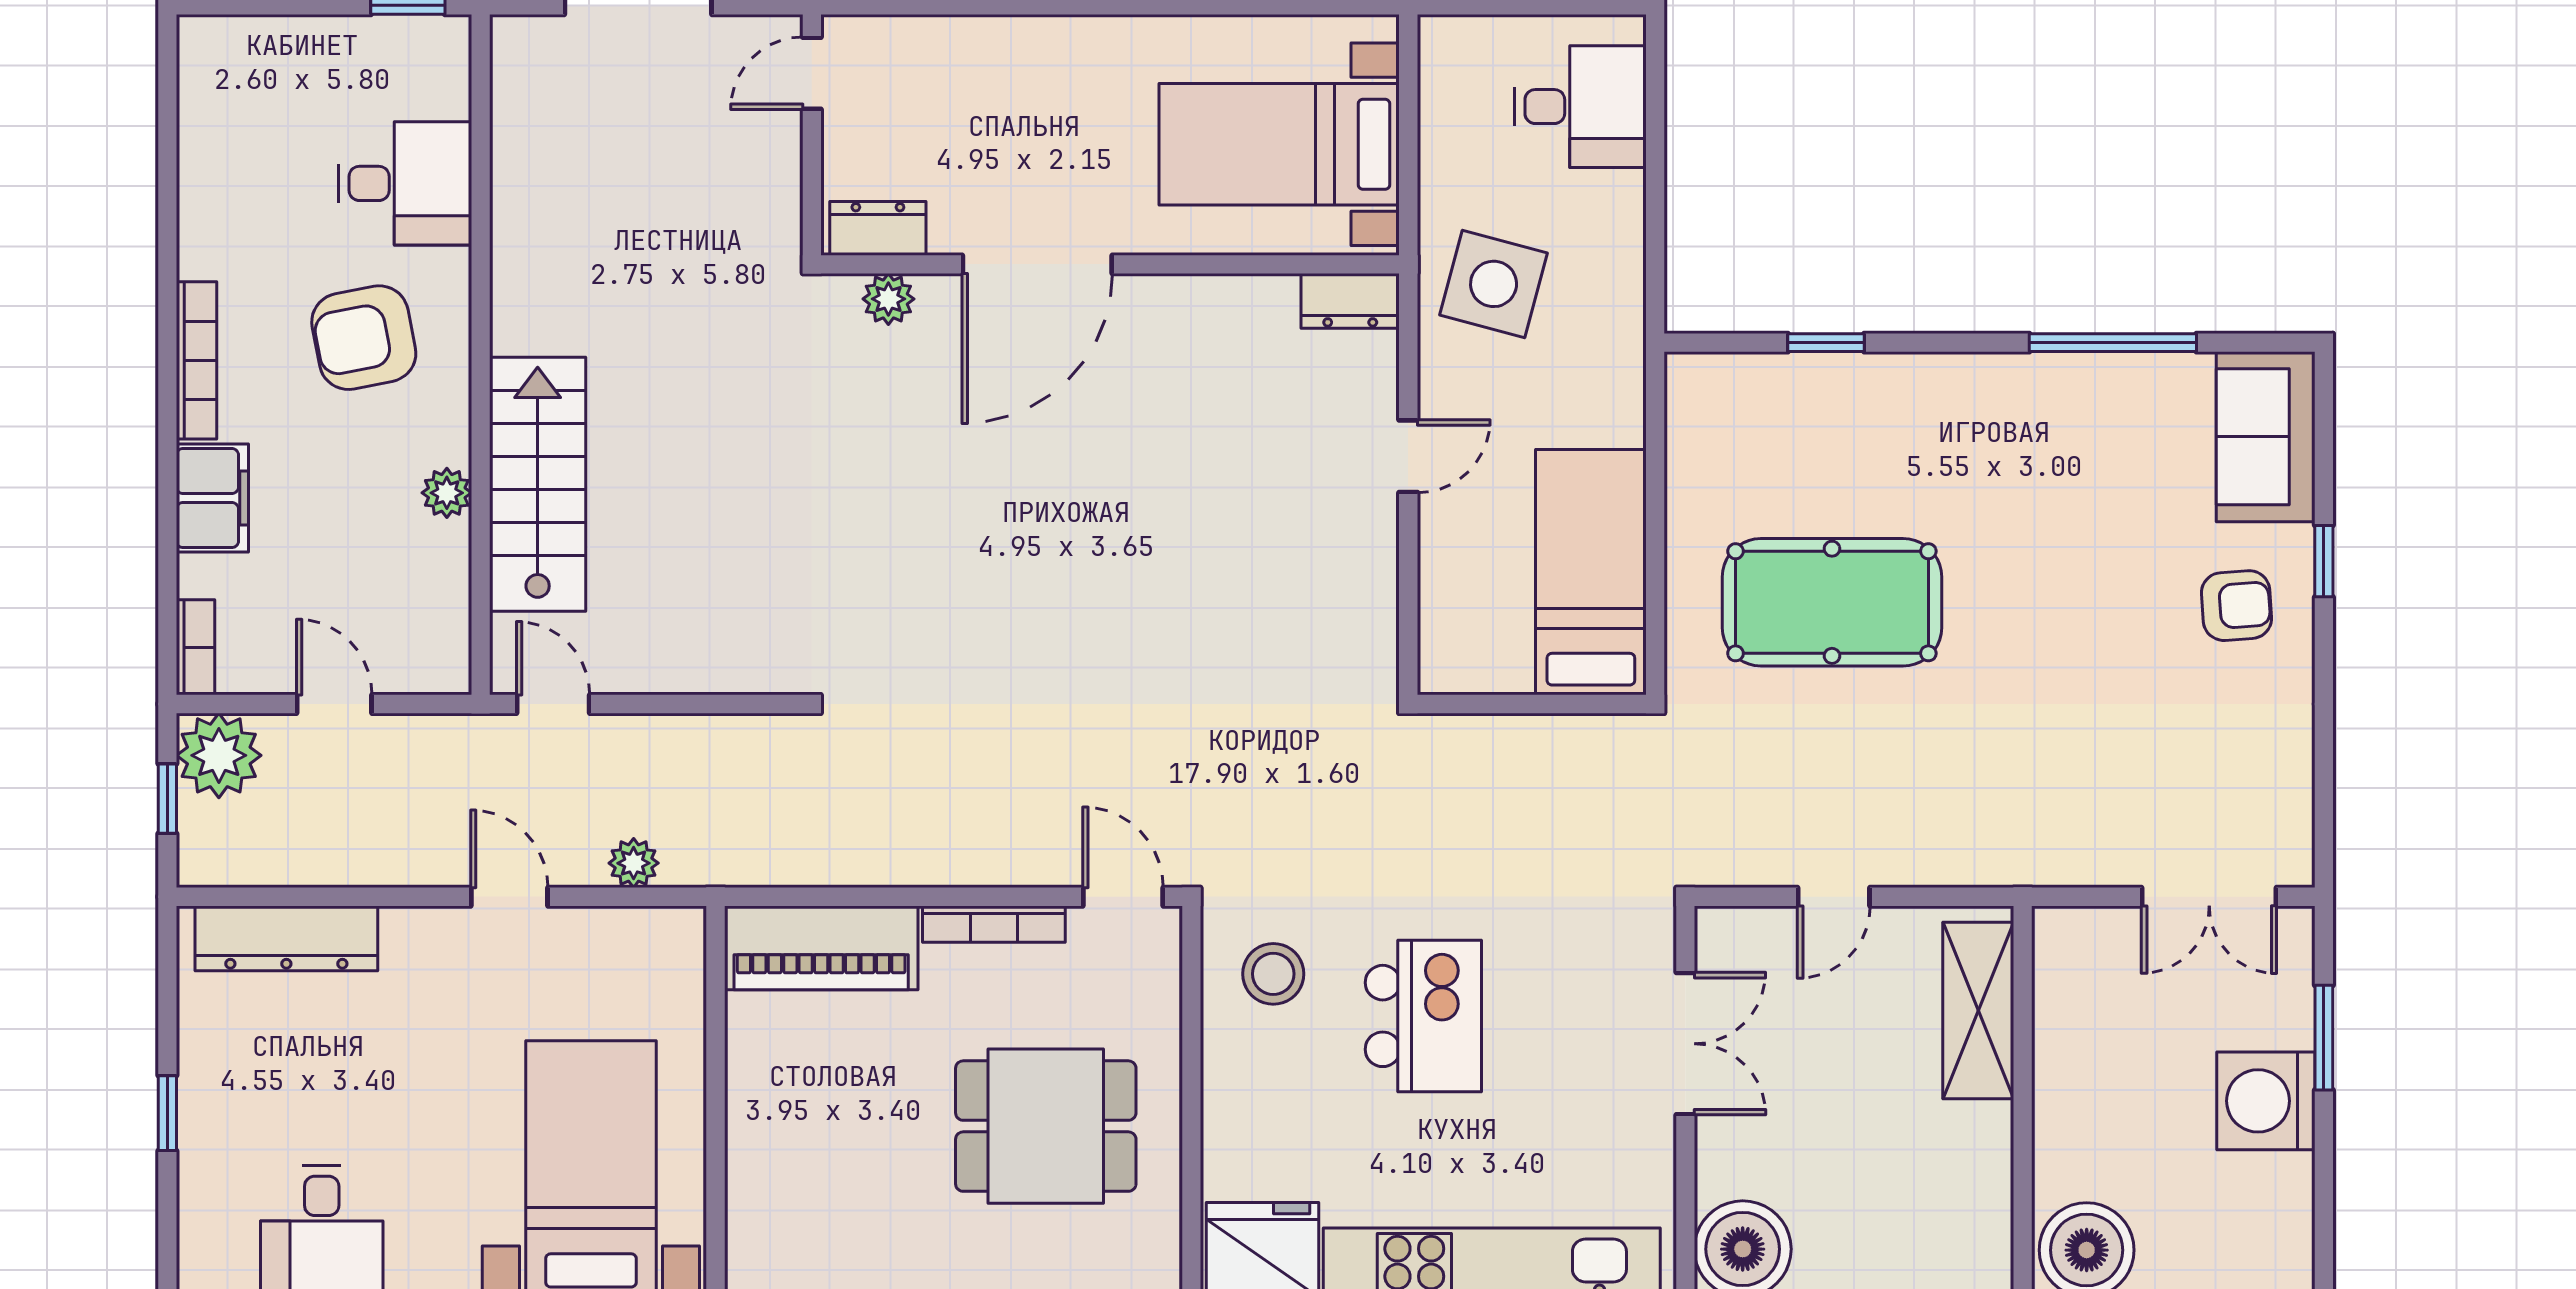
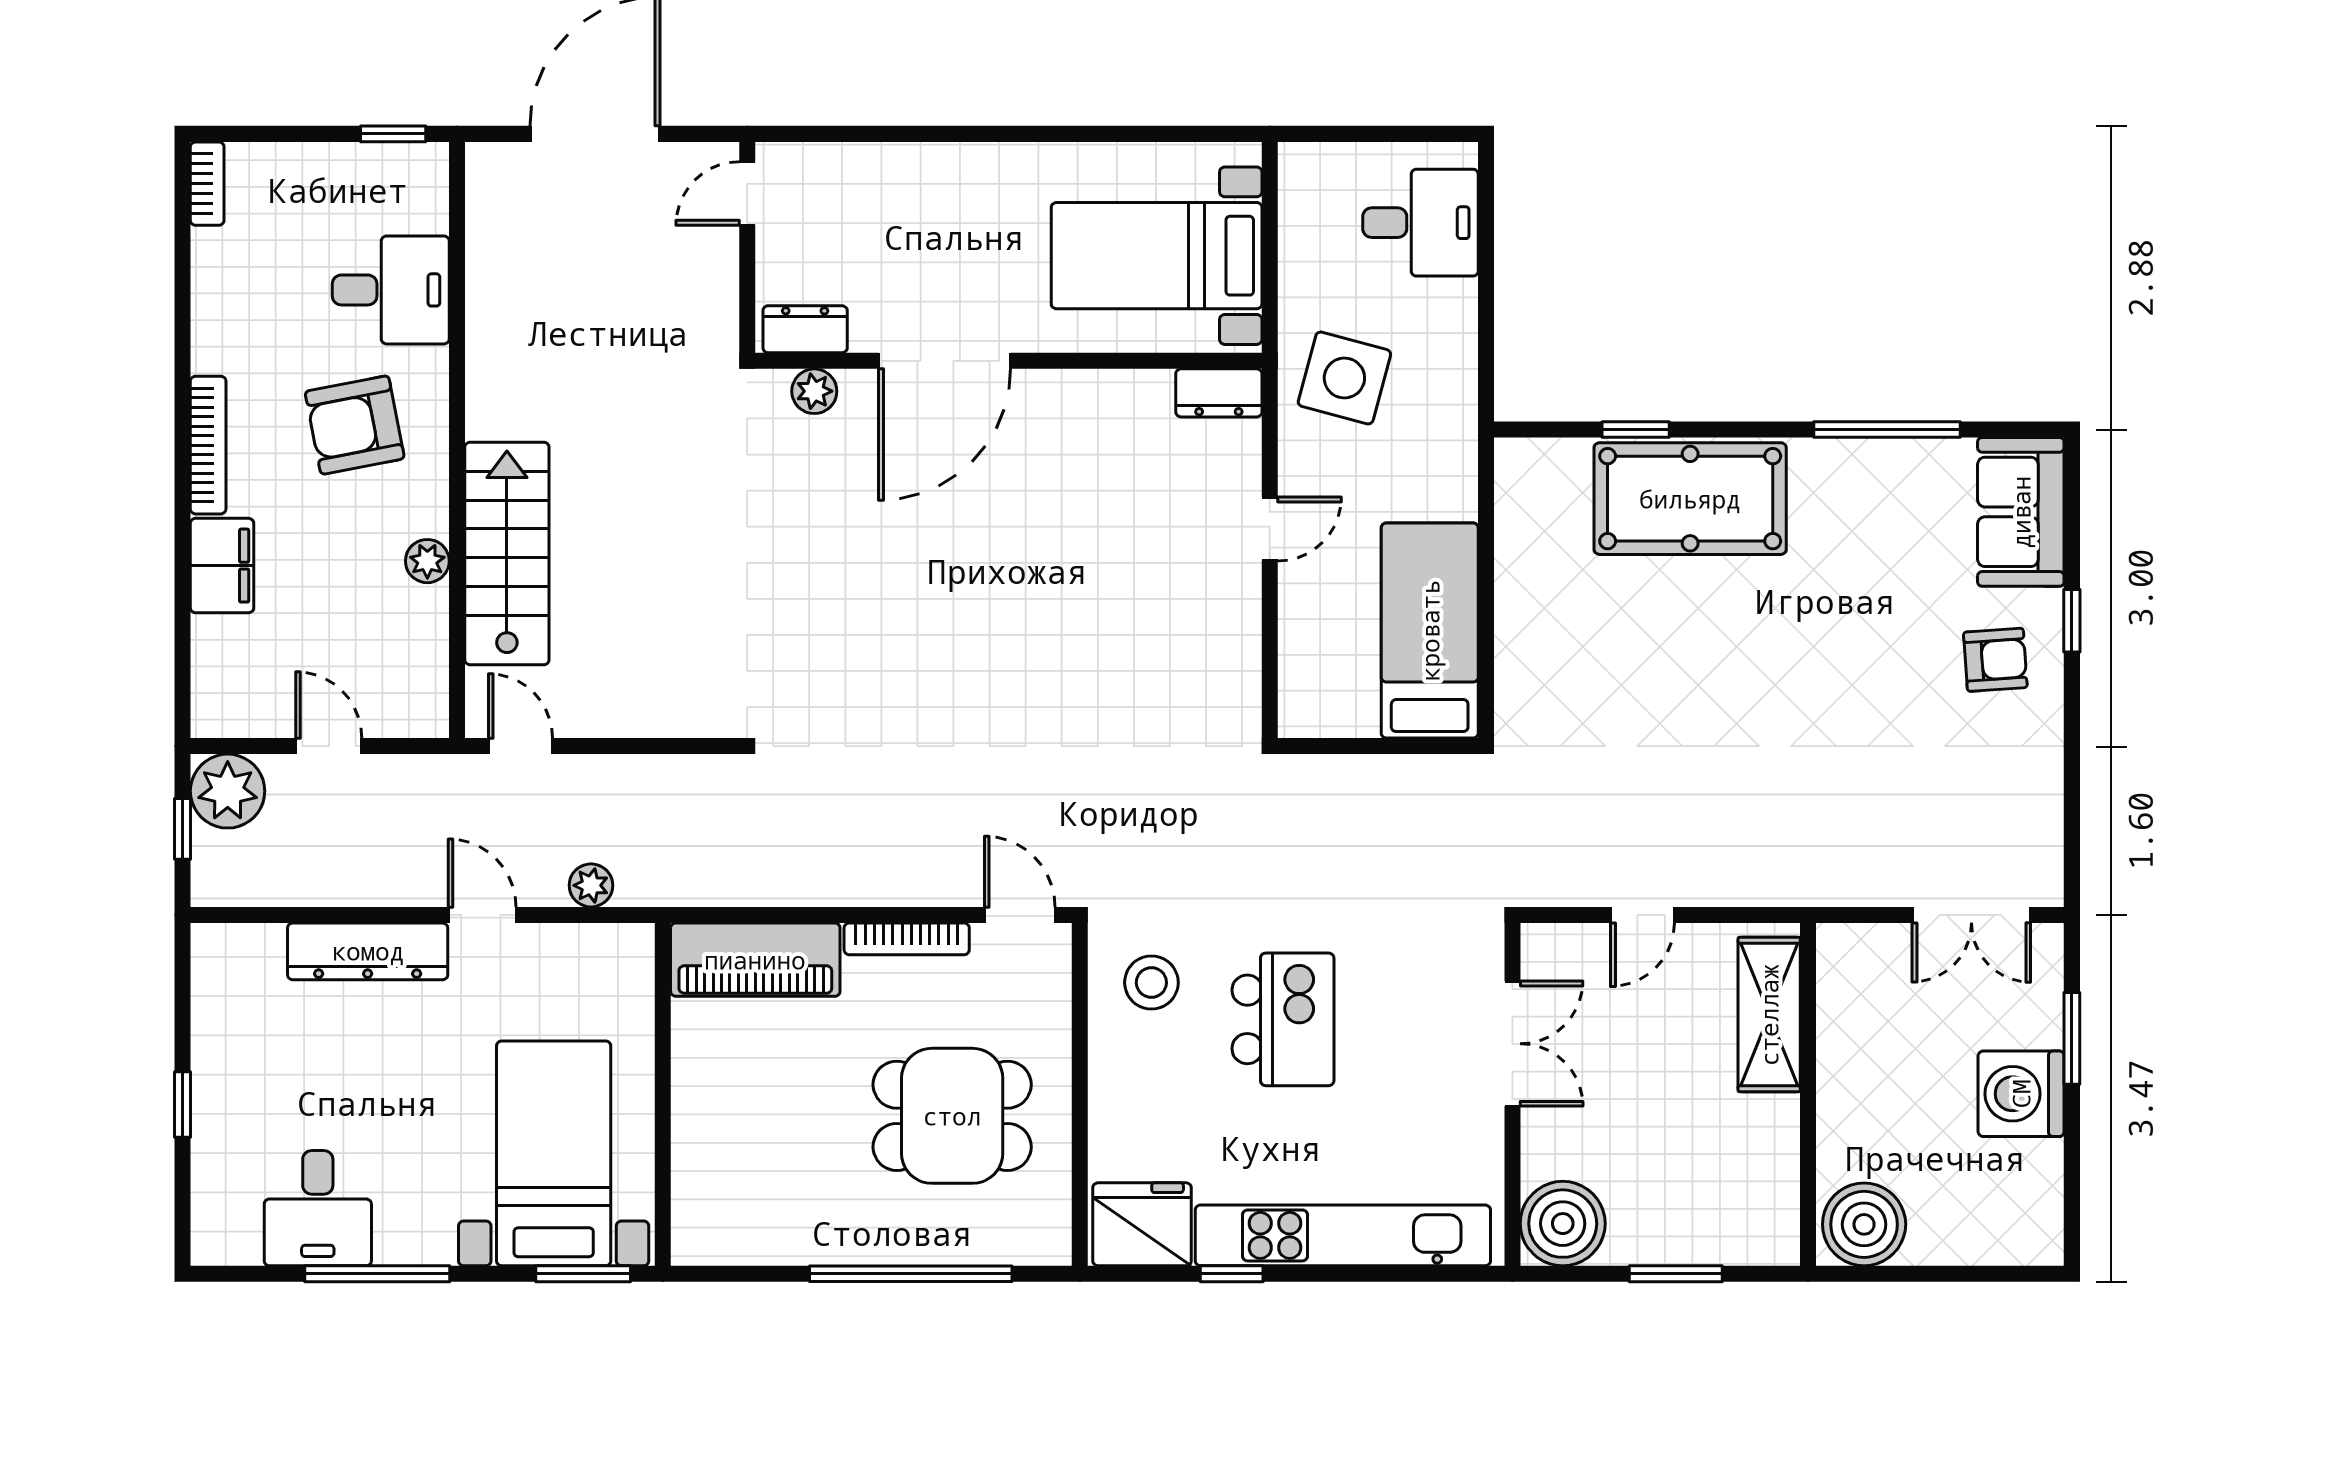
pool table: (1832, 602) -> (1690, 499), moved
bookcase: (196, 647) -> (207, 184), moved
dresser: (286, 938) -> (368, 951), moved

